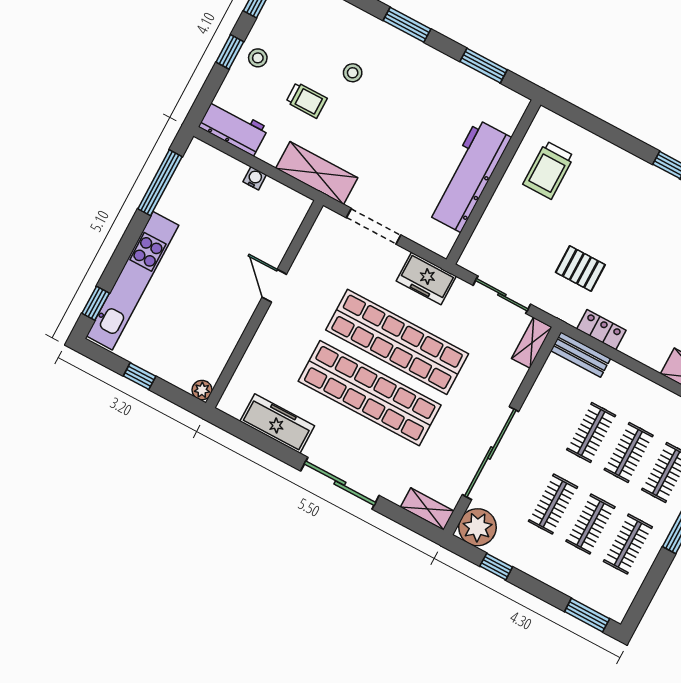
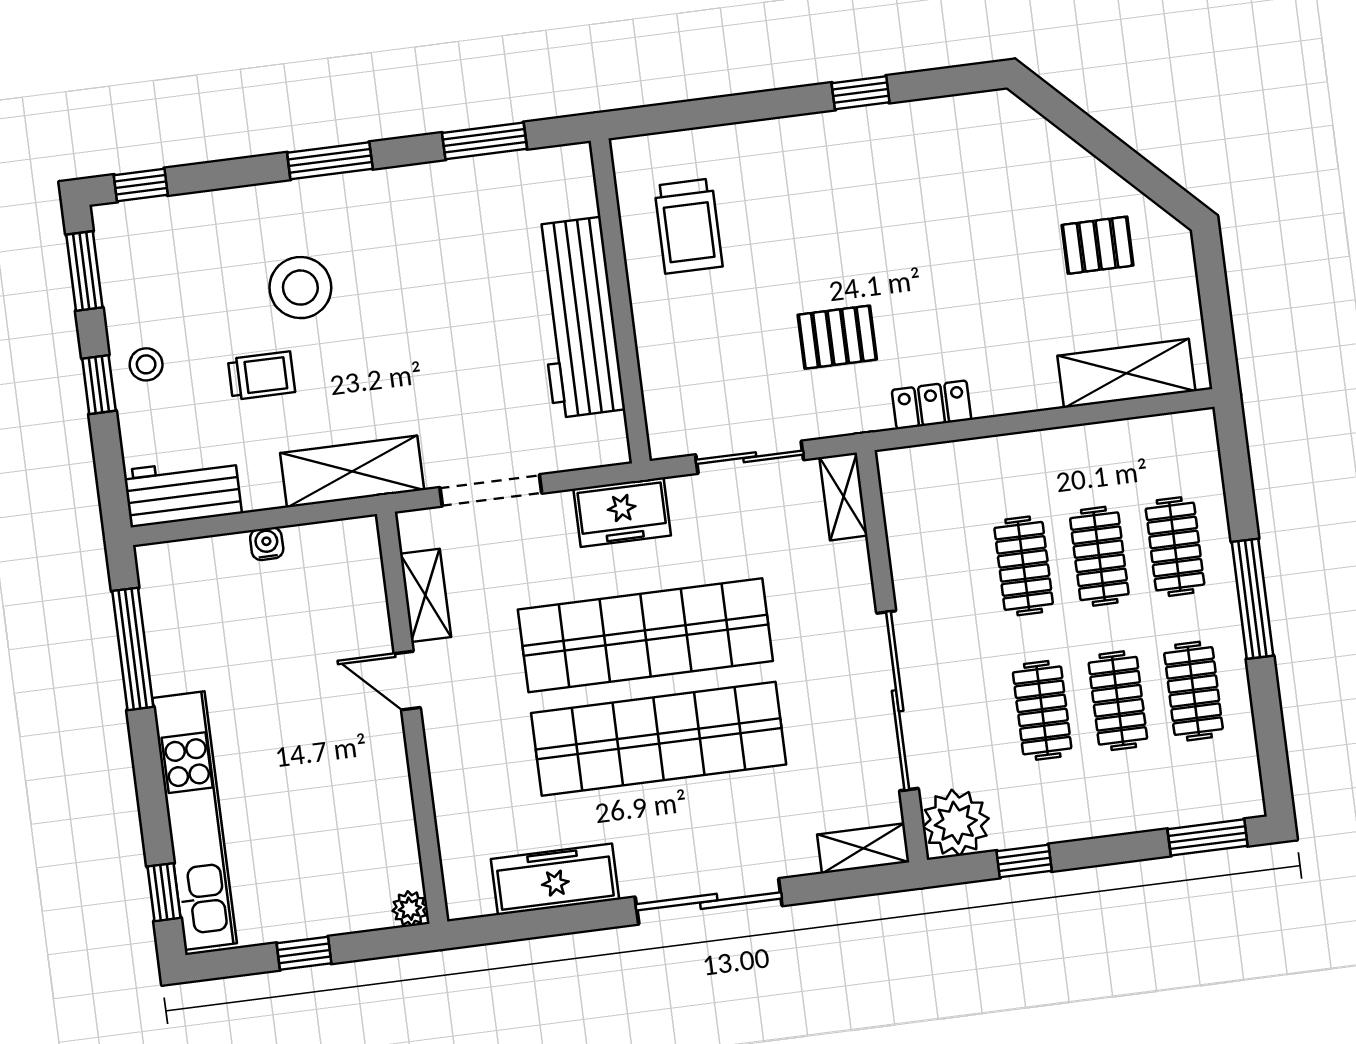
stool: (353, 73) -> (300, 288), width x1.89, depth x1.89
shelving: (310, 253) -> (425, 595), added
bench: (581, 355) -> (927, 463), removed

